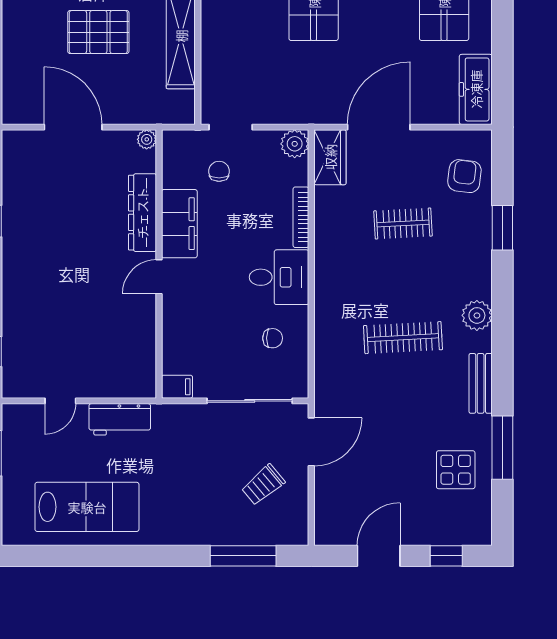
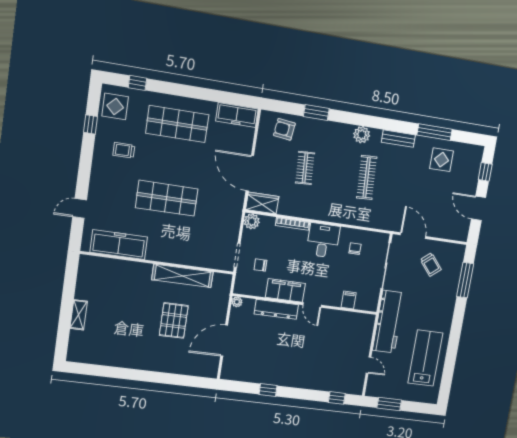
filing cabinet: (177, 387) -> (349, 300), moved
workbench: (120, 419) -> (389, 322), width x1.88, depth x1.32

